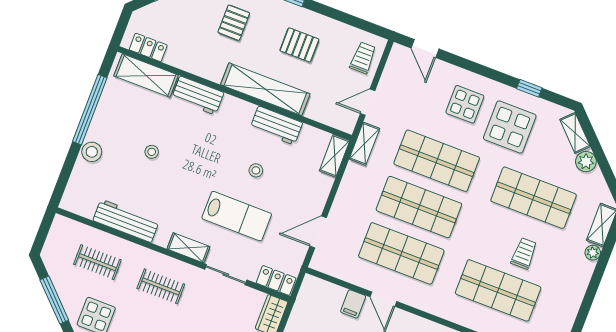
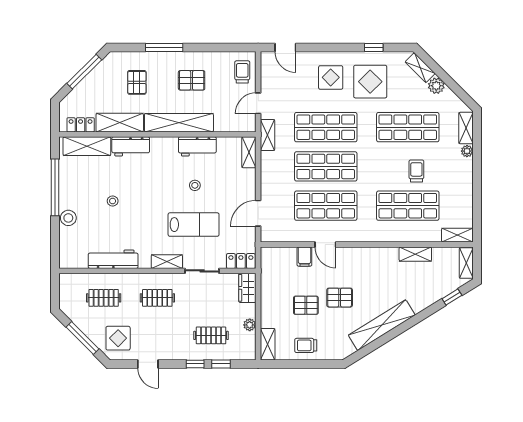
shelving: (195, 62) -> (120, 123), added

